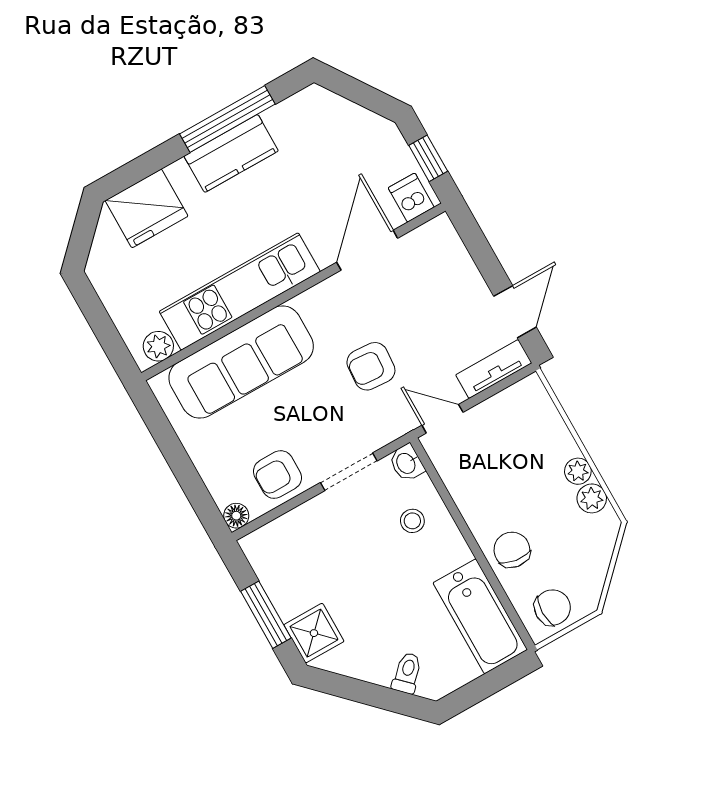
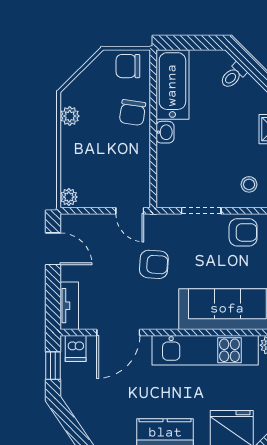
door: (515, 312) -> (53, 249), swing flipped
tv unit: (494, 369) -> (69, 306), moved, turned -90
washbasin: (407, 463) -> (165, 132), moved
plant: (578, 471) -> (69, 197), moved
stool: (412, 521) -> (249, 184), moved

